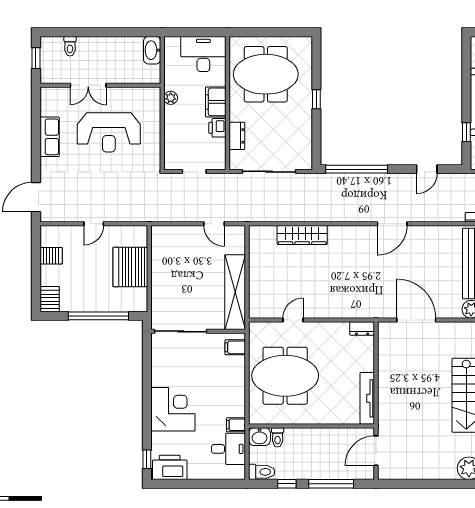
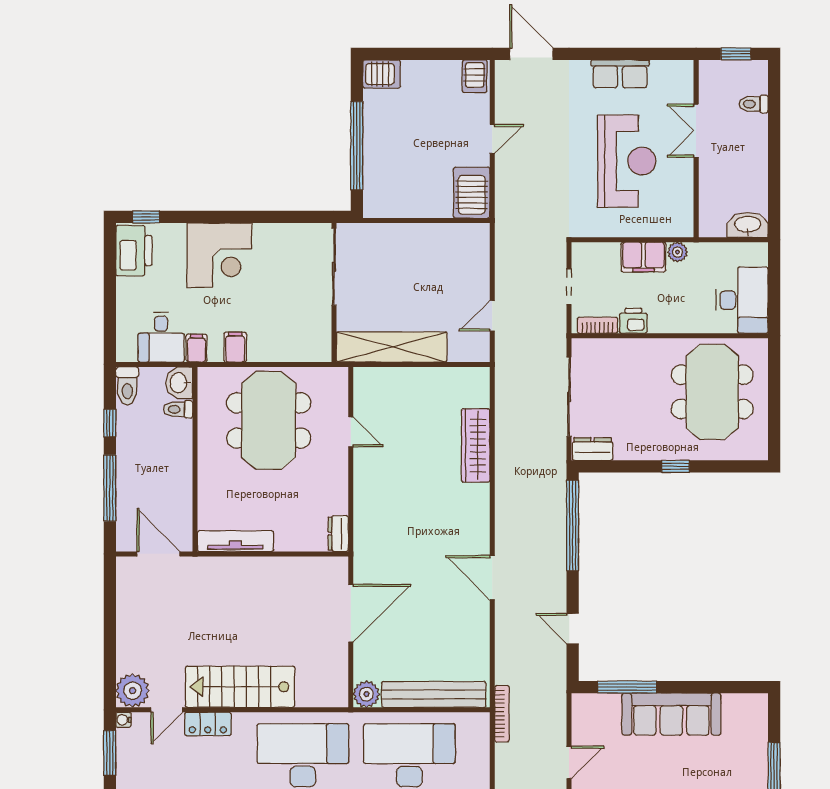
filing cabinet: (216, 102) -> (643, 257), moved, turned 180
reception desk: (109, 132) -> (627, 161), turned 180
window: (466, 132) -> (627, 687), width x2.17
dresser: (237, 136) -> (593, 449), moved, turned 180
bookcase: (220, 152) -> (597, 325), added
door: (94, 224) -> (492, 139), swing flipped
server rack: (51, 256) -> (475, 76), moved
server rack: (130, 267) -> (472, 193), moved, width x0.62
filing cabinet: (235, 347) -> (235, 347), moved

